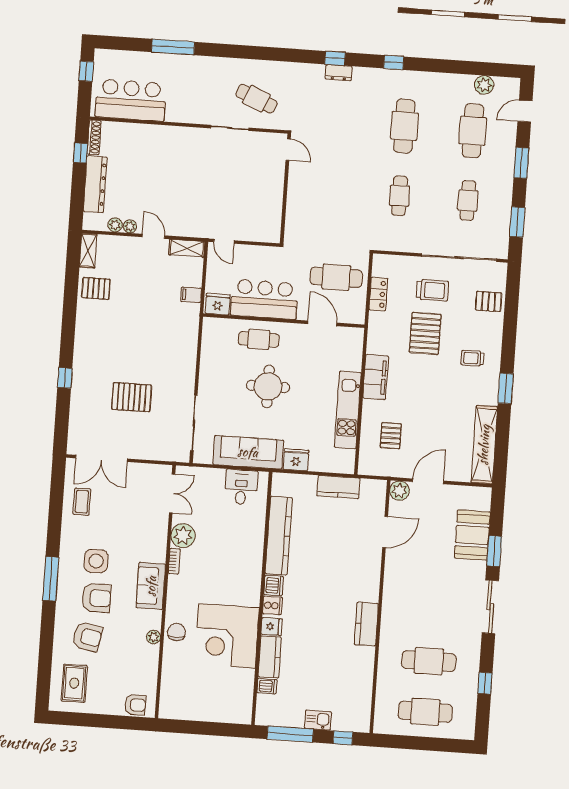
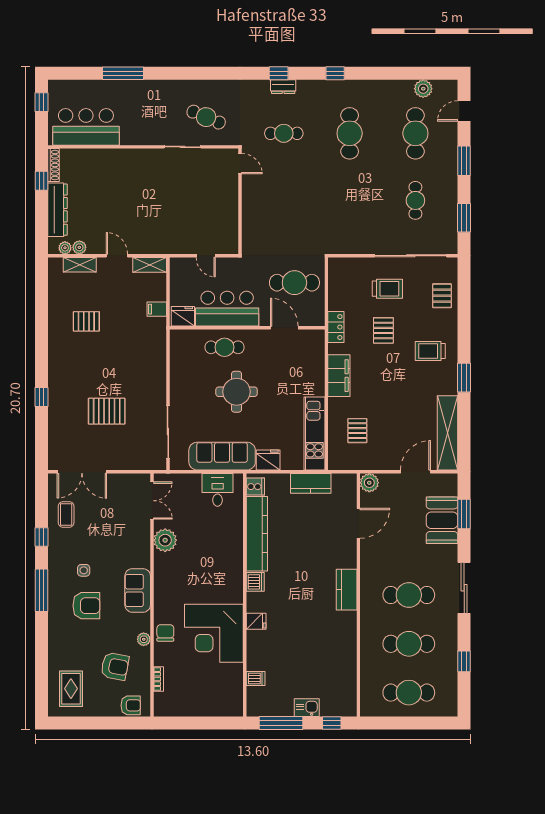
cafe table: (399, 196) -> (284, 133), moved, turned 90
plant: (130, 226) -> (65, 248), moved
door: (224, 241) -> (206, 256), moved
shelving: (88, 251) -> (80, 265), moved, turned 90
pallet: (96, 288) -> (86, 321), moved
locker: (378, 294) -> (336, 327), moved
pallet: (489, 301) -> (442, 296), turned 90
pallet: (425, 333) -> (383, 330), width x0.67, depth x0.71
trolley: (472, 358) -> (430, 351), width x1.36, depth x1.39
kitchen unit: (348, 410) -> (314, 433), moved
door: (428, 481) -> (415, 472), moved
window: (55, 523) -> (42, 537), added
window: (494, 551) -> (464, 514), moved
side table: (96, 561) -> (84, 570), width x0.54, depth x0.54
bookcase: (174, 561) -> (158, 679), moved
cooker: (272, 606) -> (255, 487), moved
cafe table: (432, 610) -> (409, 595), added
kitchen counter: (366, 624) -> (347, 590), moved
armchair: (87, 637) -> (115, 666), moved
kitchen counter: (270, 657) -> (256, 650), removed

